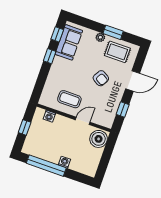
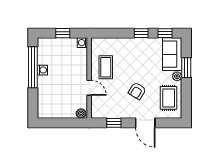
window: (113, 32) -> (186, 68), moved
sofa: (69, 42) -> (172, 54), moved, turned 90
washing machine: (49, 116) -> (82, 43), moved
boiler: (99, 139) -> (81, 114), width x0.54, depth x0.54
washing machine: (64, 162) -> (42, 70), moved

